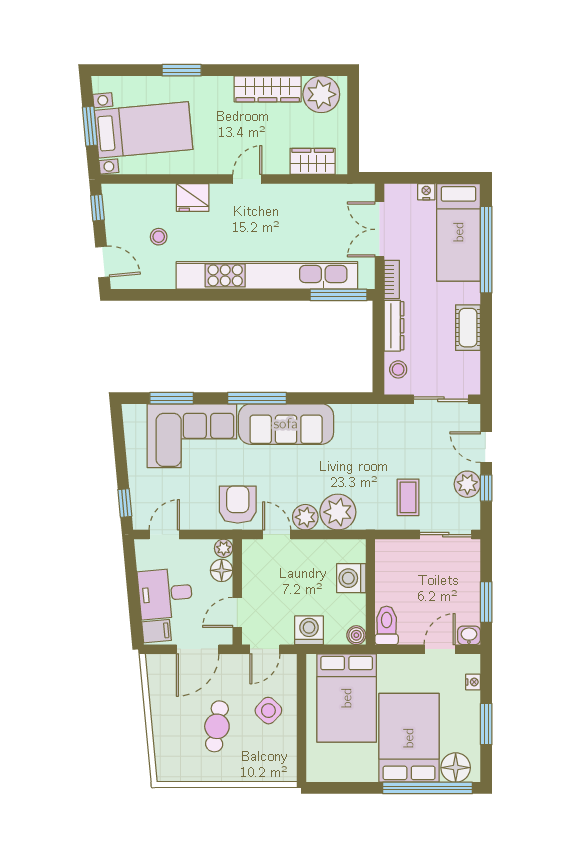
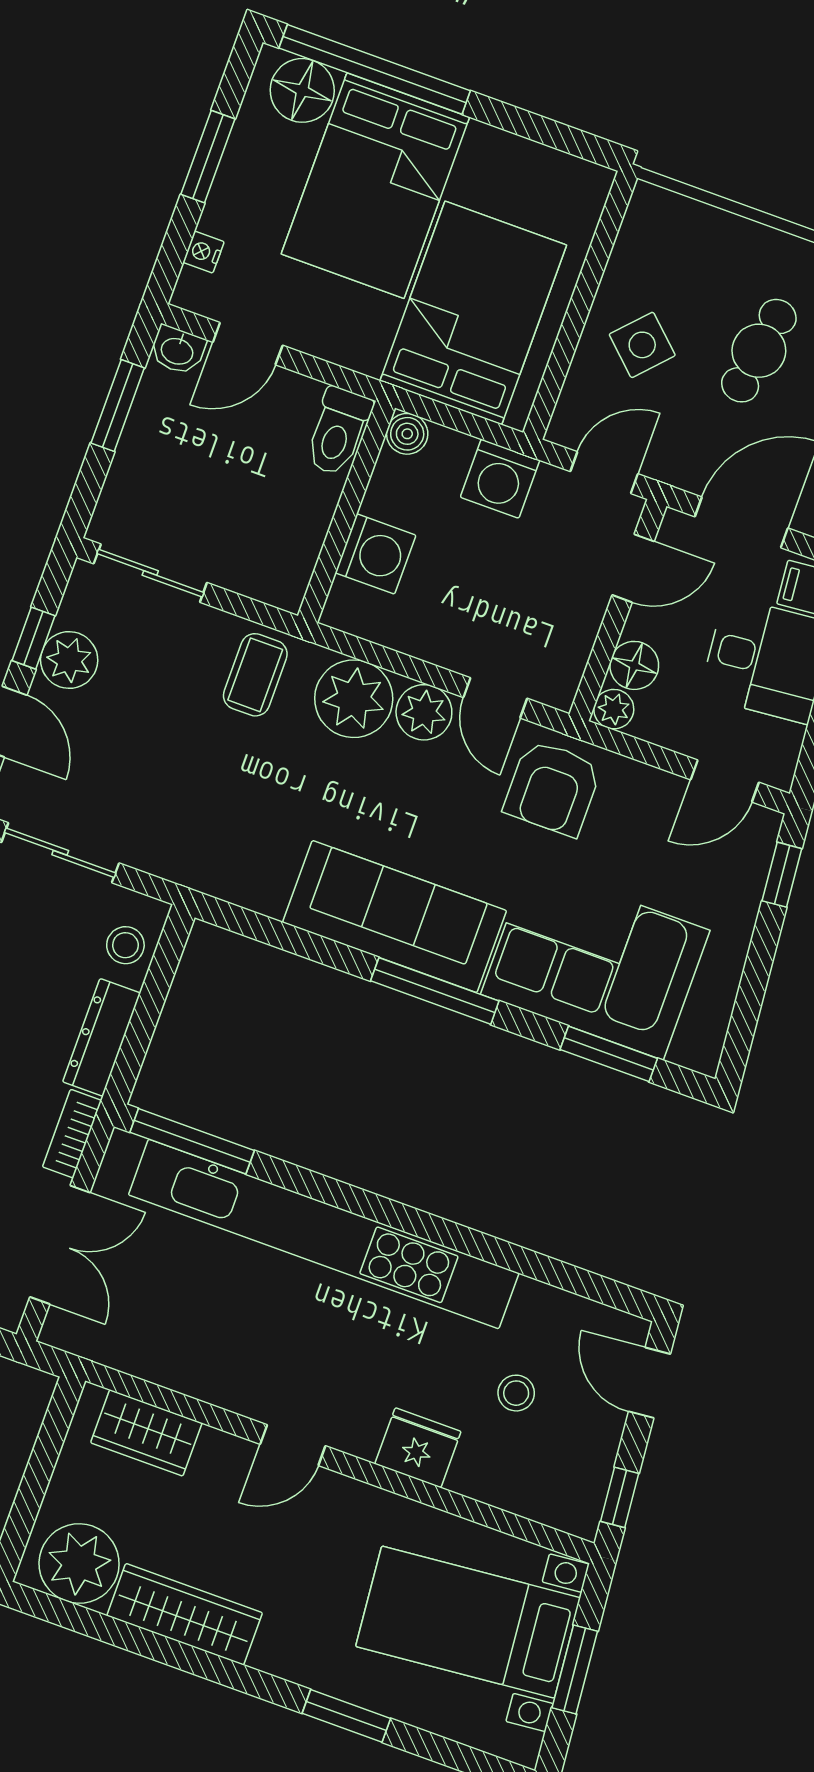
coffee table: (408, 497) -> (255, 675), moved

